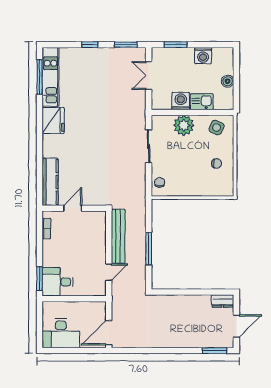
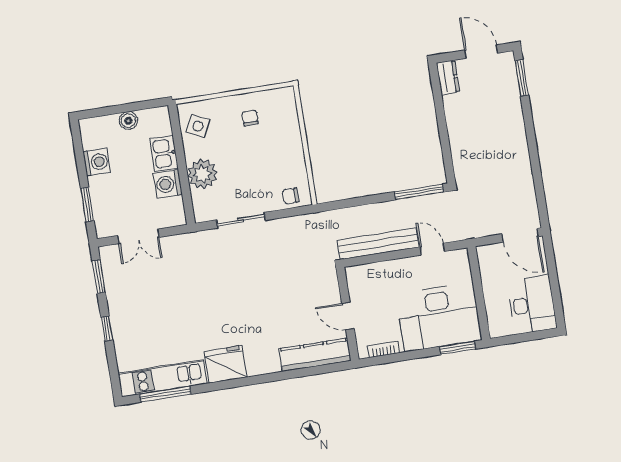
window: (149, 249) -> (419, 192), moved
desk: (58, 282) -> (439, 317), width x1.87, depth x1.30

